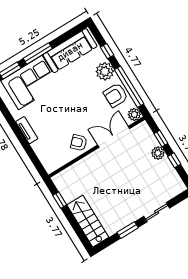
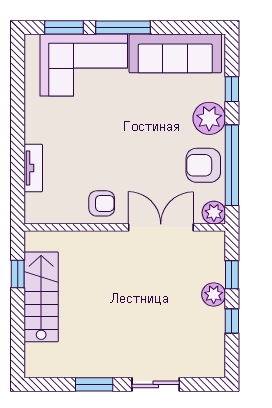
tv unit: (27, 130) -> (33, 168), moved
armchair: (79, 143) -> (102, 203), turned 135
stairs: (88, 221) -> (41, 297), moved

